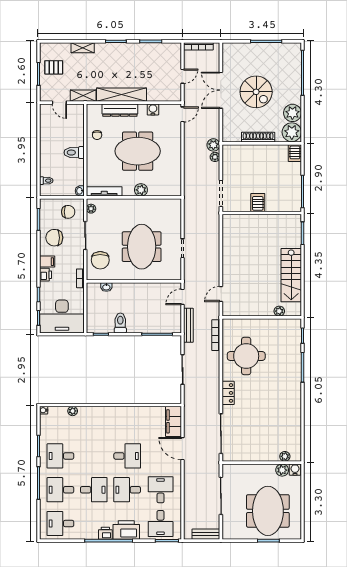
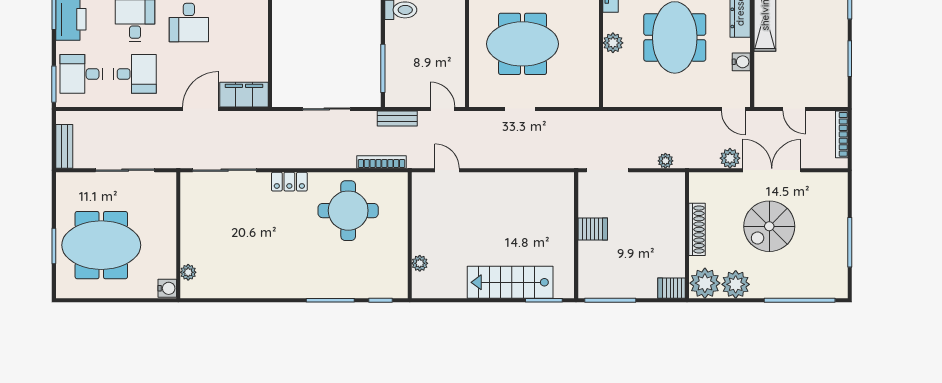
plant: (213, 145) -> (730, 158), moved
stairs: (291, 275) -> (510, 282), moved
bench: (188, 325) -> (397, 119), width x0.73
plant: (282, 470) -> (166, 268), removed

